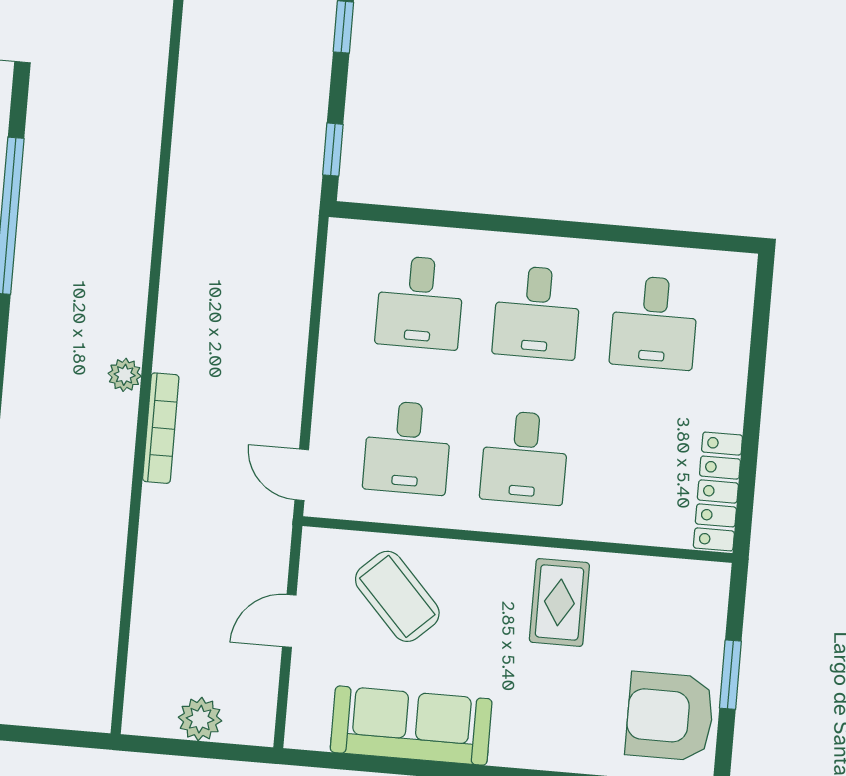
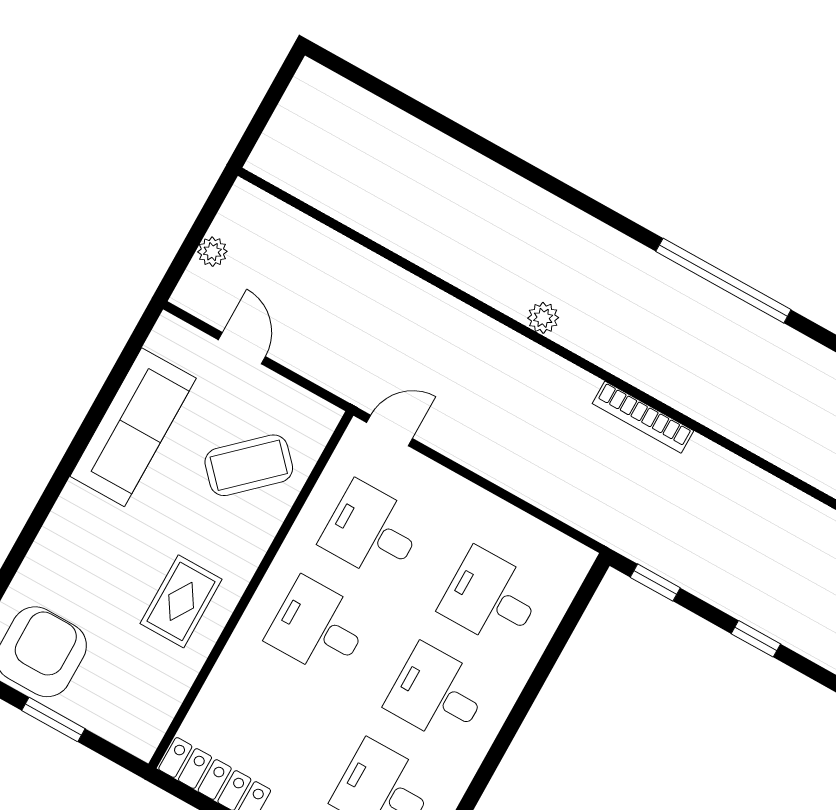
bookcase: (161, 428) -> (643, 417), moved
rug: (559, 602) -> (181, 601), turned 90
door: (289, 621) -> (242, 348), moved
plant: (200, 719) -> (212, 252), width x0.73, depth x0.73

